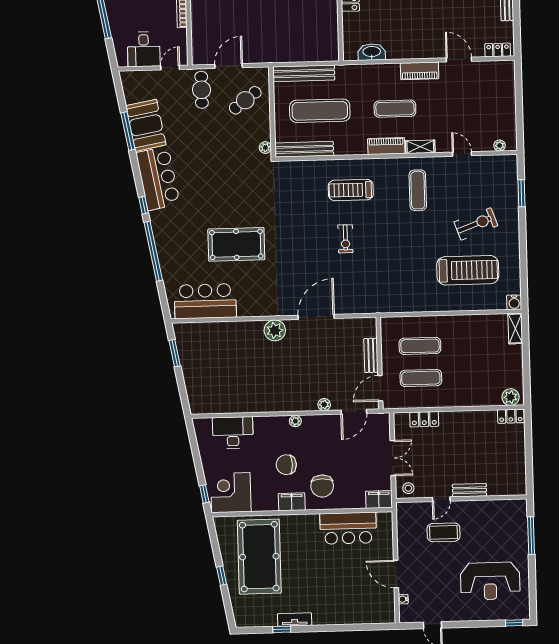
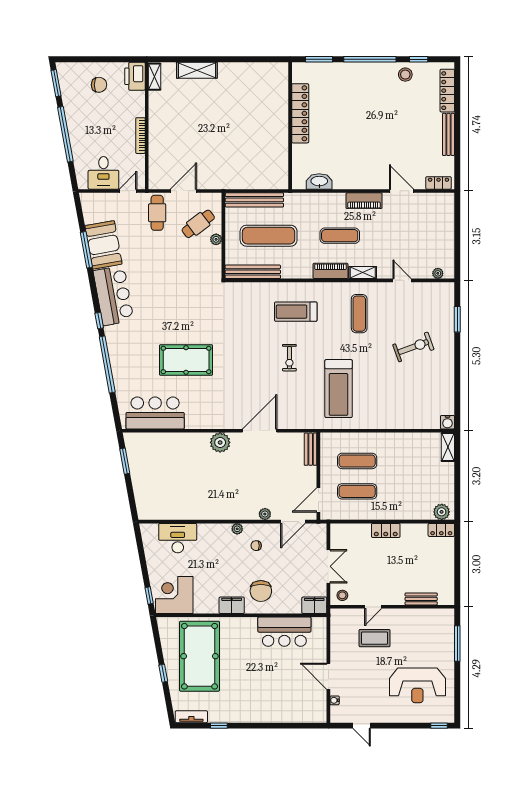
plant: (265, 148) -> (216, 239), moved
treadmill: (468, 270) -> (339, 389), moved, turned 90
bench: (371, 355) -> (311, 449), moved
locker: (424, 419) -> (386, 530), moved
chair: (286, 465) -> (256, 546), moved, width x0.54, depth x0.54
bench: (469, 490) -> (421, 599), moved
tv unit: (295, 620) -> (191, 717), moved

